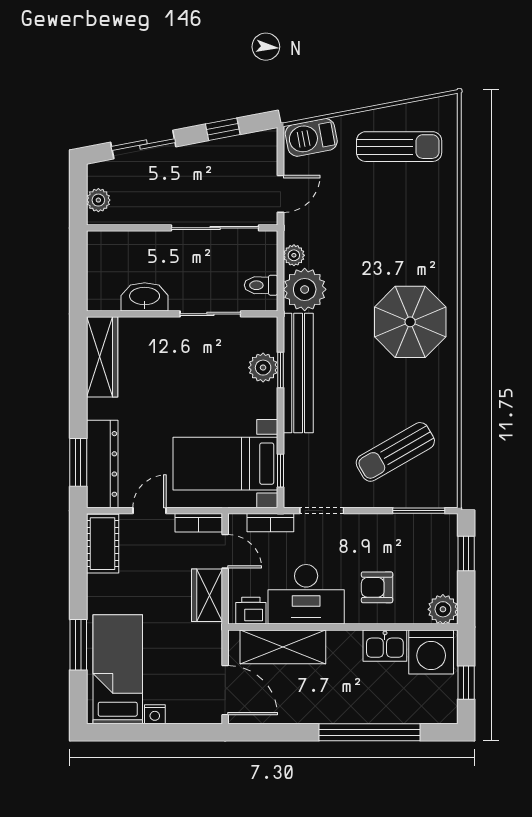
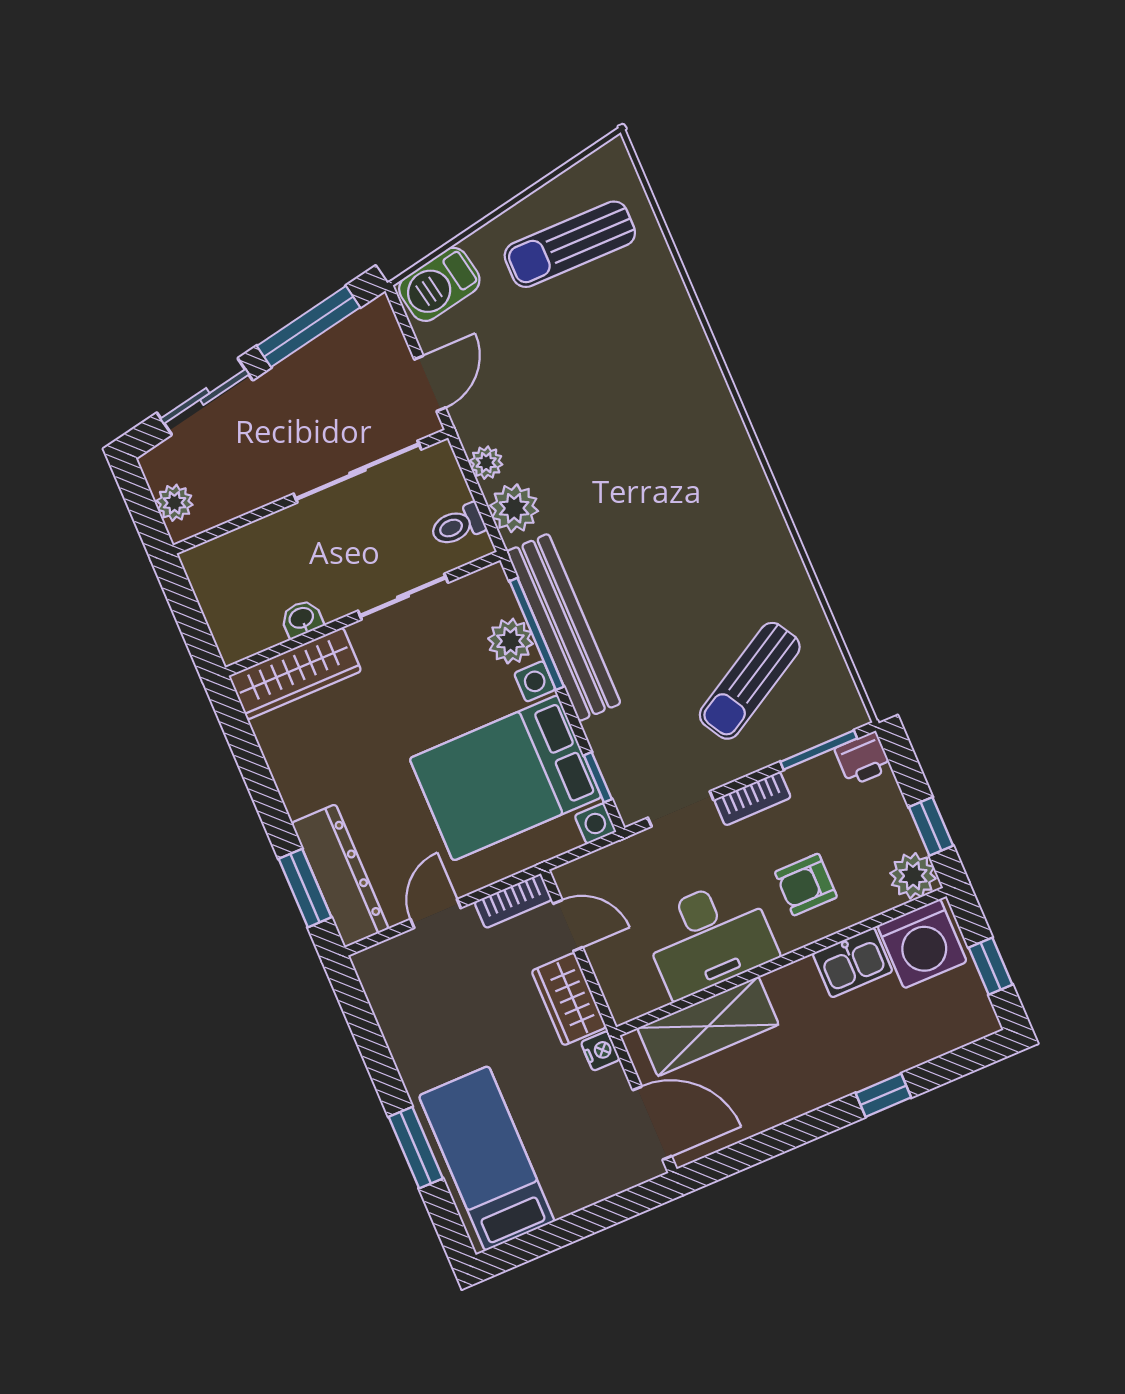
window: (223, 129) -> (309, 327), width x2.17
sun lounger: (399, 147) -> (570, 244), turned 180
plant: (305, 289) -> (514, 508), width x0.73, depth x0.73
washbasin: (145, 297) -> (302, 619), width x0.52, depth x0.69
parasol: (410, 322) -> (692, 487), removed
wardrobe: (102, 357) -> (295, 673), moved, turned 90
window: (280, 370) -> (537, 634), width x2.17
bed with nightstands: (225, 464) -> (505, 778), width x1.36
bookcase: (270, 523) -> (753, 799), moved
cot: (103, 544) -> (389, 989), removed
window: (466, 554) -> (931, 826), moved
printer: (251, 611) -> (863, 759), moved, turned 180
nightstand: (155, 714) -> (600, 1051), moved, turned -90
window: (370, 732) -> (883, 1095), width x0.32

